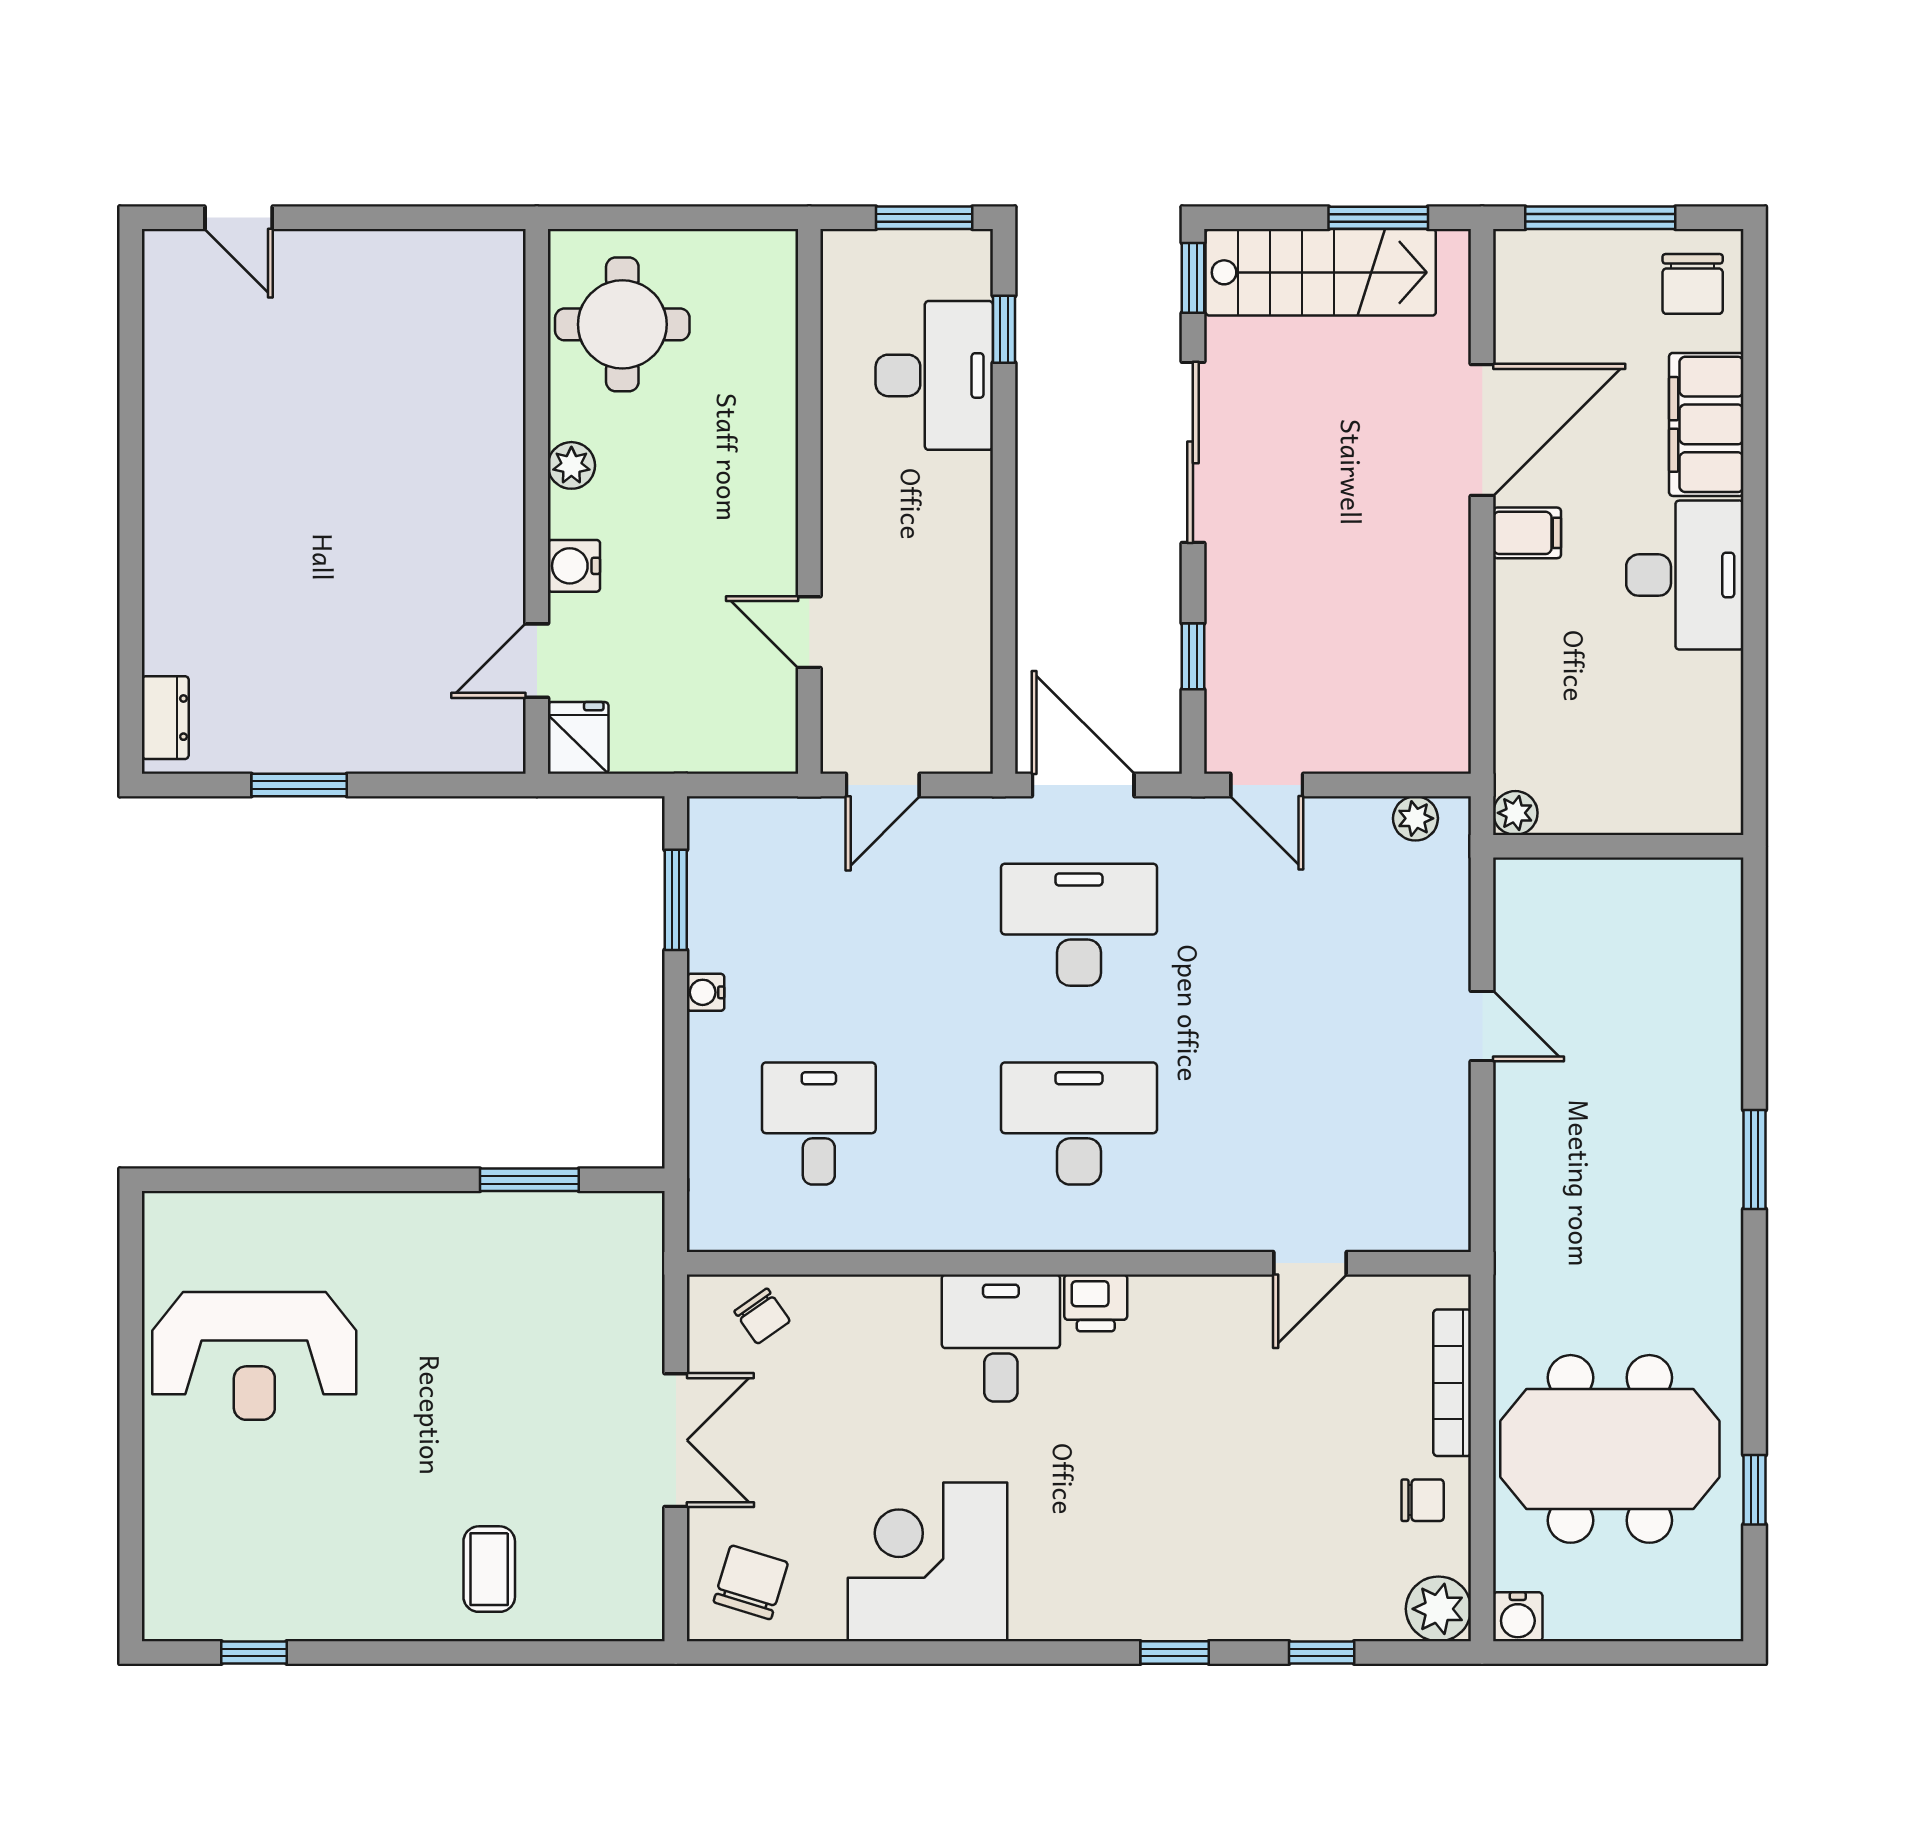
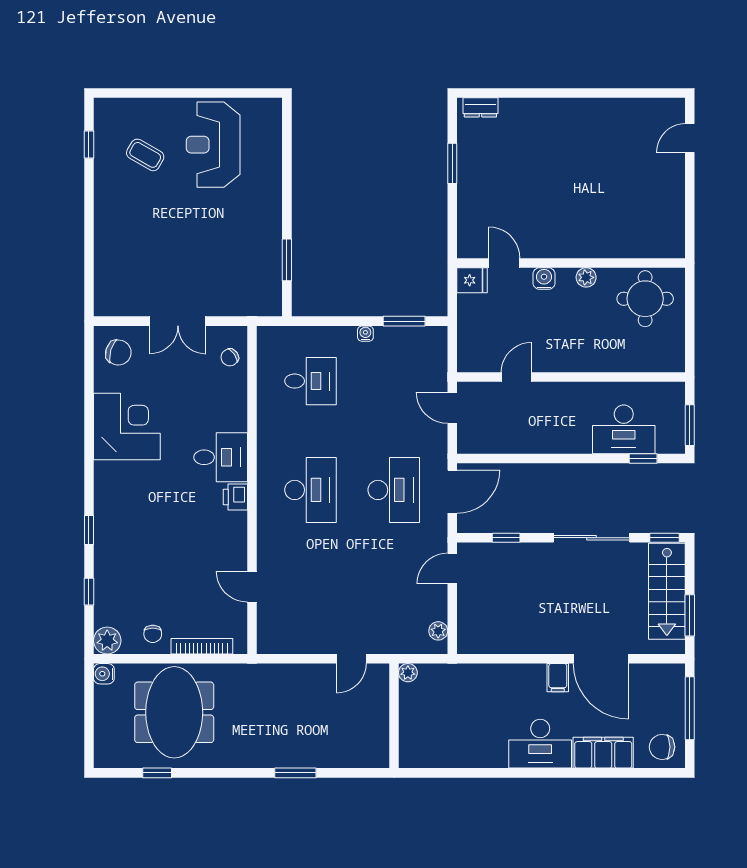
plant: (1515, 813) -> (408, 673), moved
wall: (1618, 846) -> (394, 716), moved
coffee table: (489, 1569) -> (145, 155), moved, turned 30

